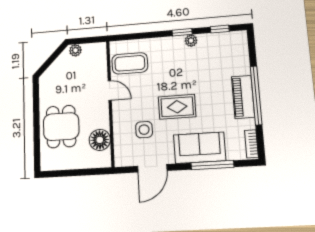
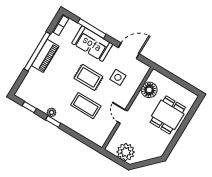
plant: (75, 50) -> (126, 152), width x1.87, depth x1.87
coffee table: (130, 63) -> (86, 106), moved

